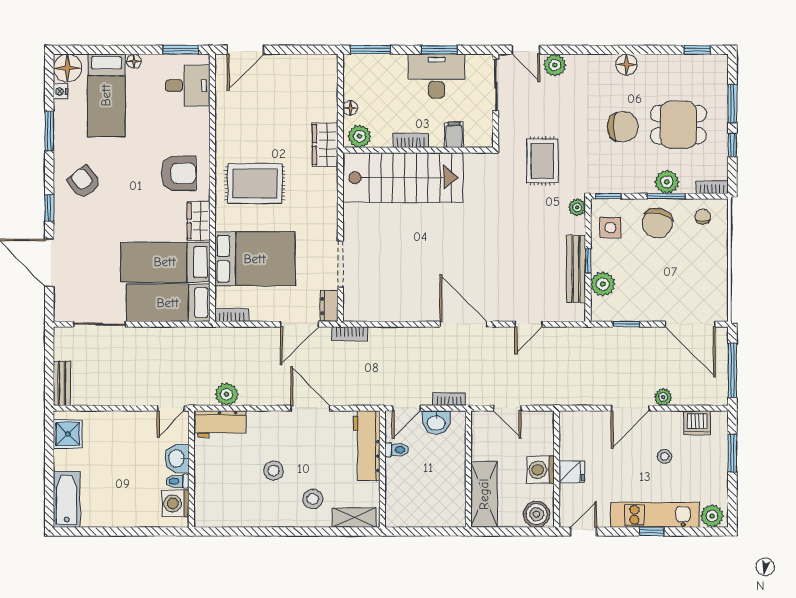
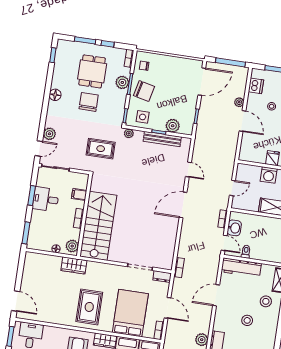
desk: (436, 76) -> (46, 199), width x0.73
door: (299, 324) -> (167, 308), moved

